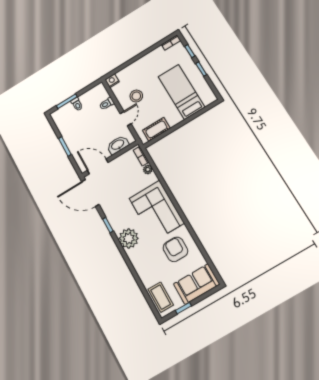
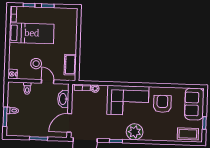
bed: (181, 92) -> (32, 33), moved, turned 180
armchair: (175, 249) -> (162, 104), turned 90

